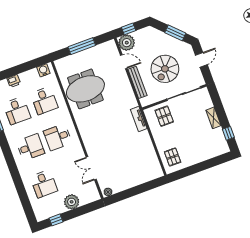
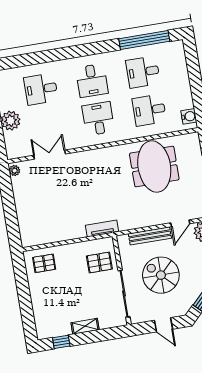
printer: (14, 81) -> (182, 75), removed

